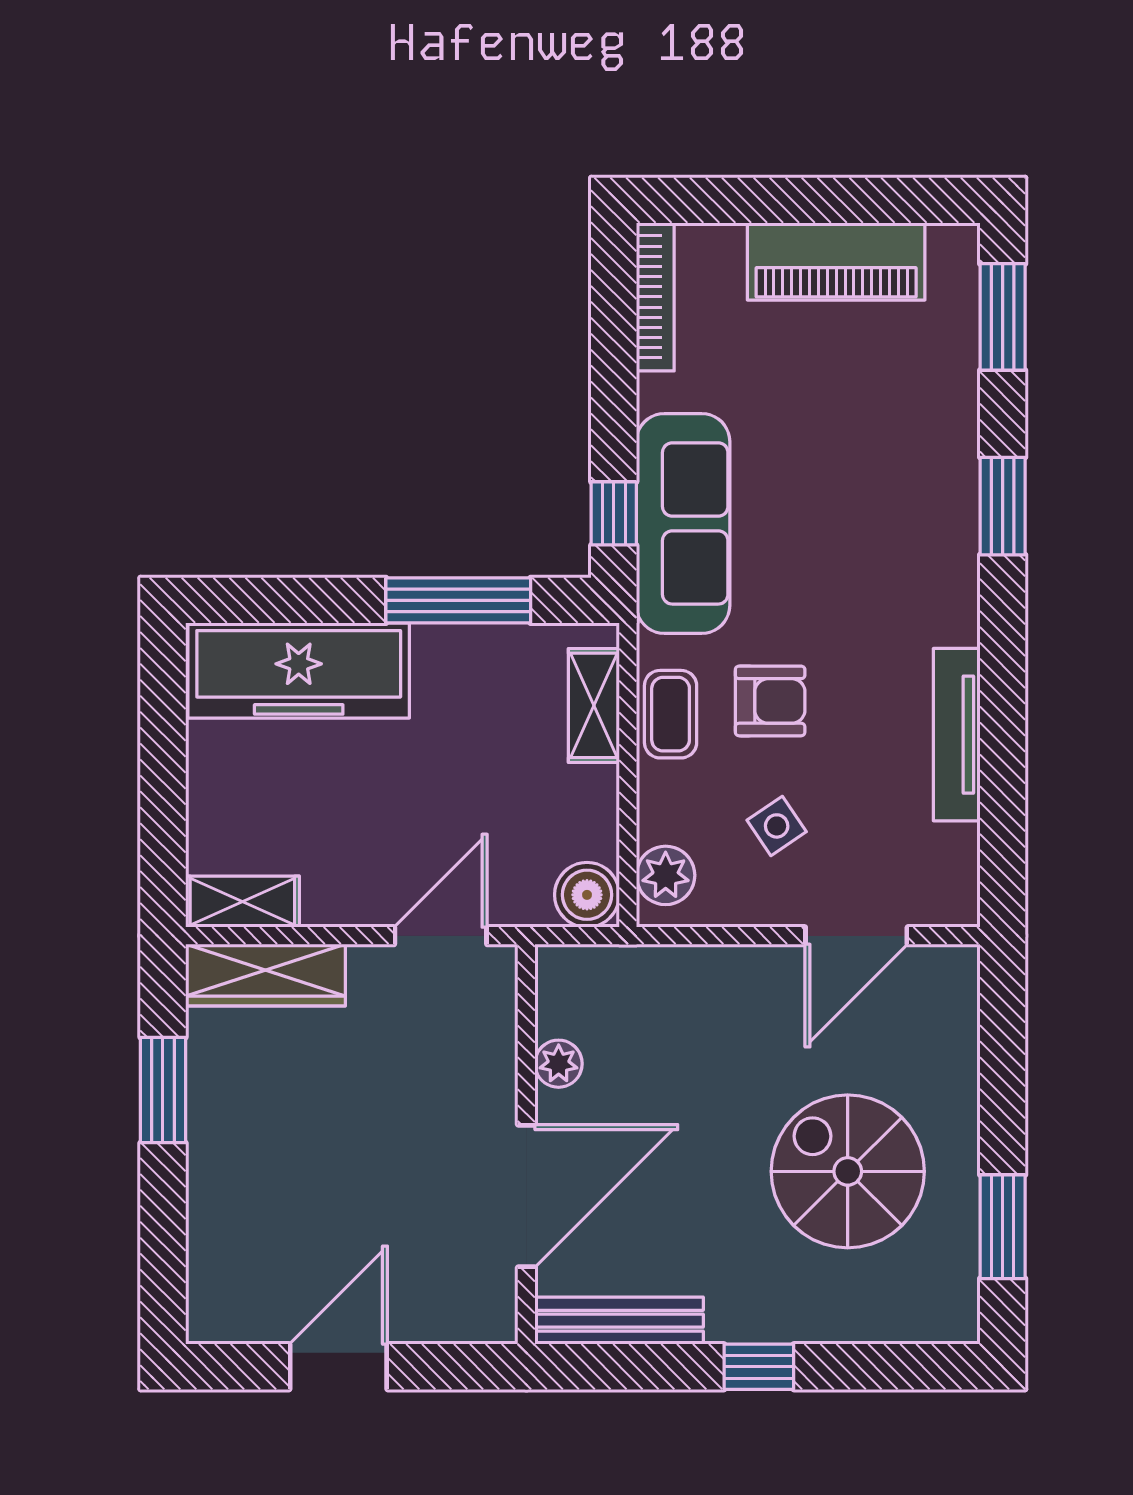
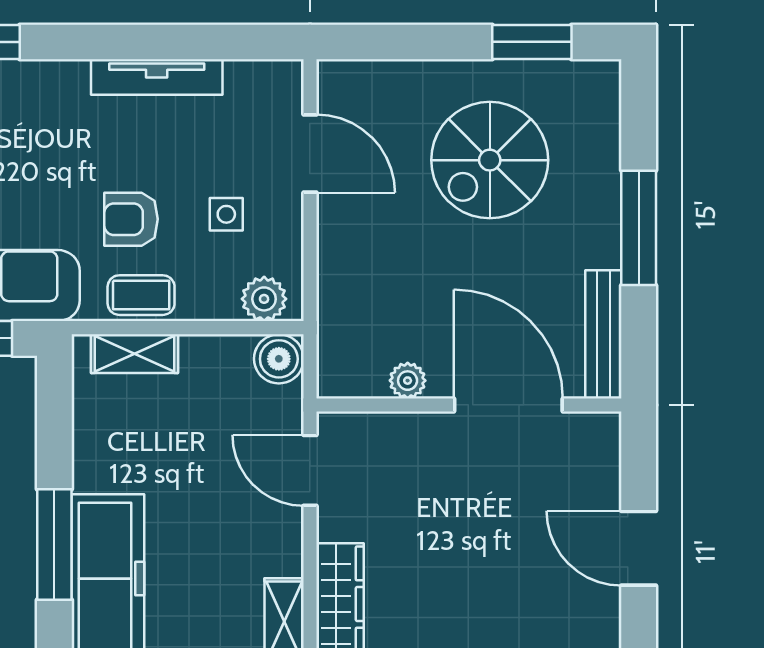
window: (458, 600) -> (54, 545), moved
armchair: (770, 701) -> (131, 219), turned -90
side table: (777, 826) -> (226, 214), turned 34
window: (759, 1367) -> (639, 228), width x2.17

